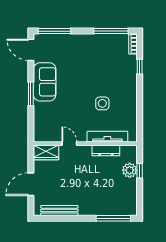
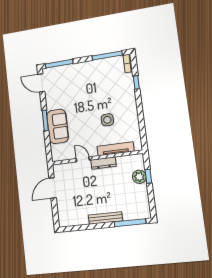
sofa: (45, 82) -> (58, 126), moved
dresser: (106, 151) -> (103, 163), moved
wardrobe: (46, 152) -> (64, 170), removed
door: (31, 184) -> (53, 188), moved
bench: (59, 211) -> (105, 218), moved

